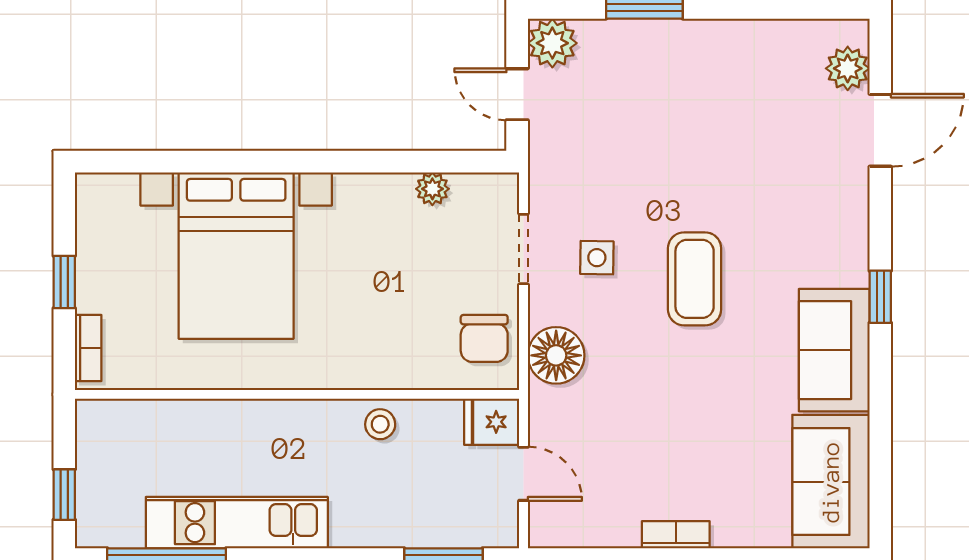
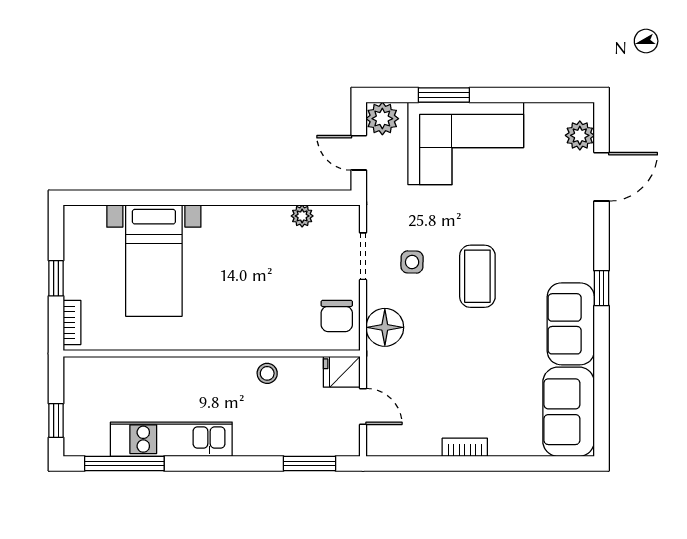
corner sofa: (677, 80) -> (466, 143), added
bed with nightstands: (236, 256) -> (154, 261), width x0.73

